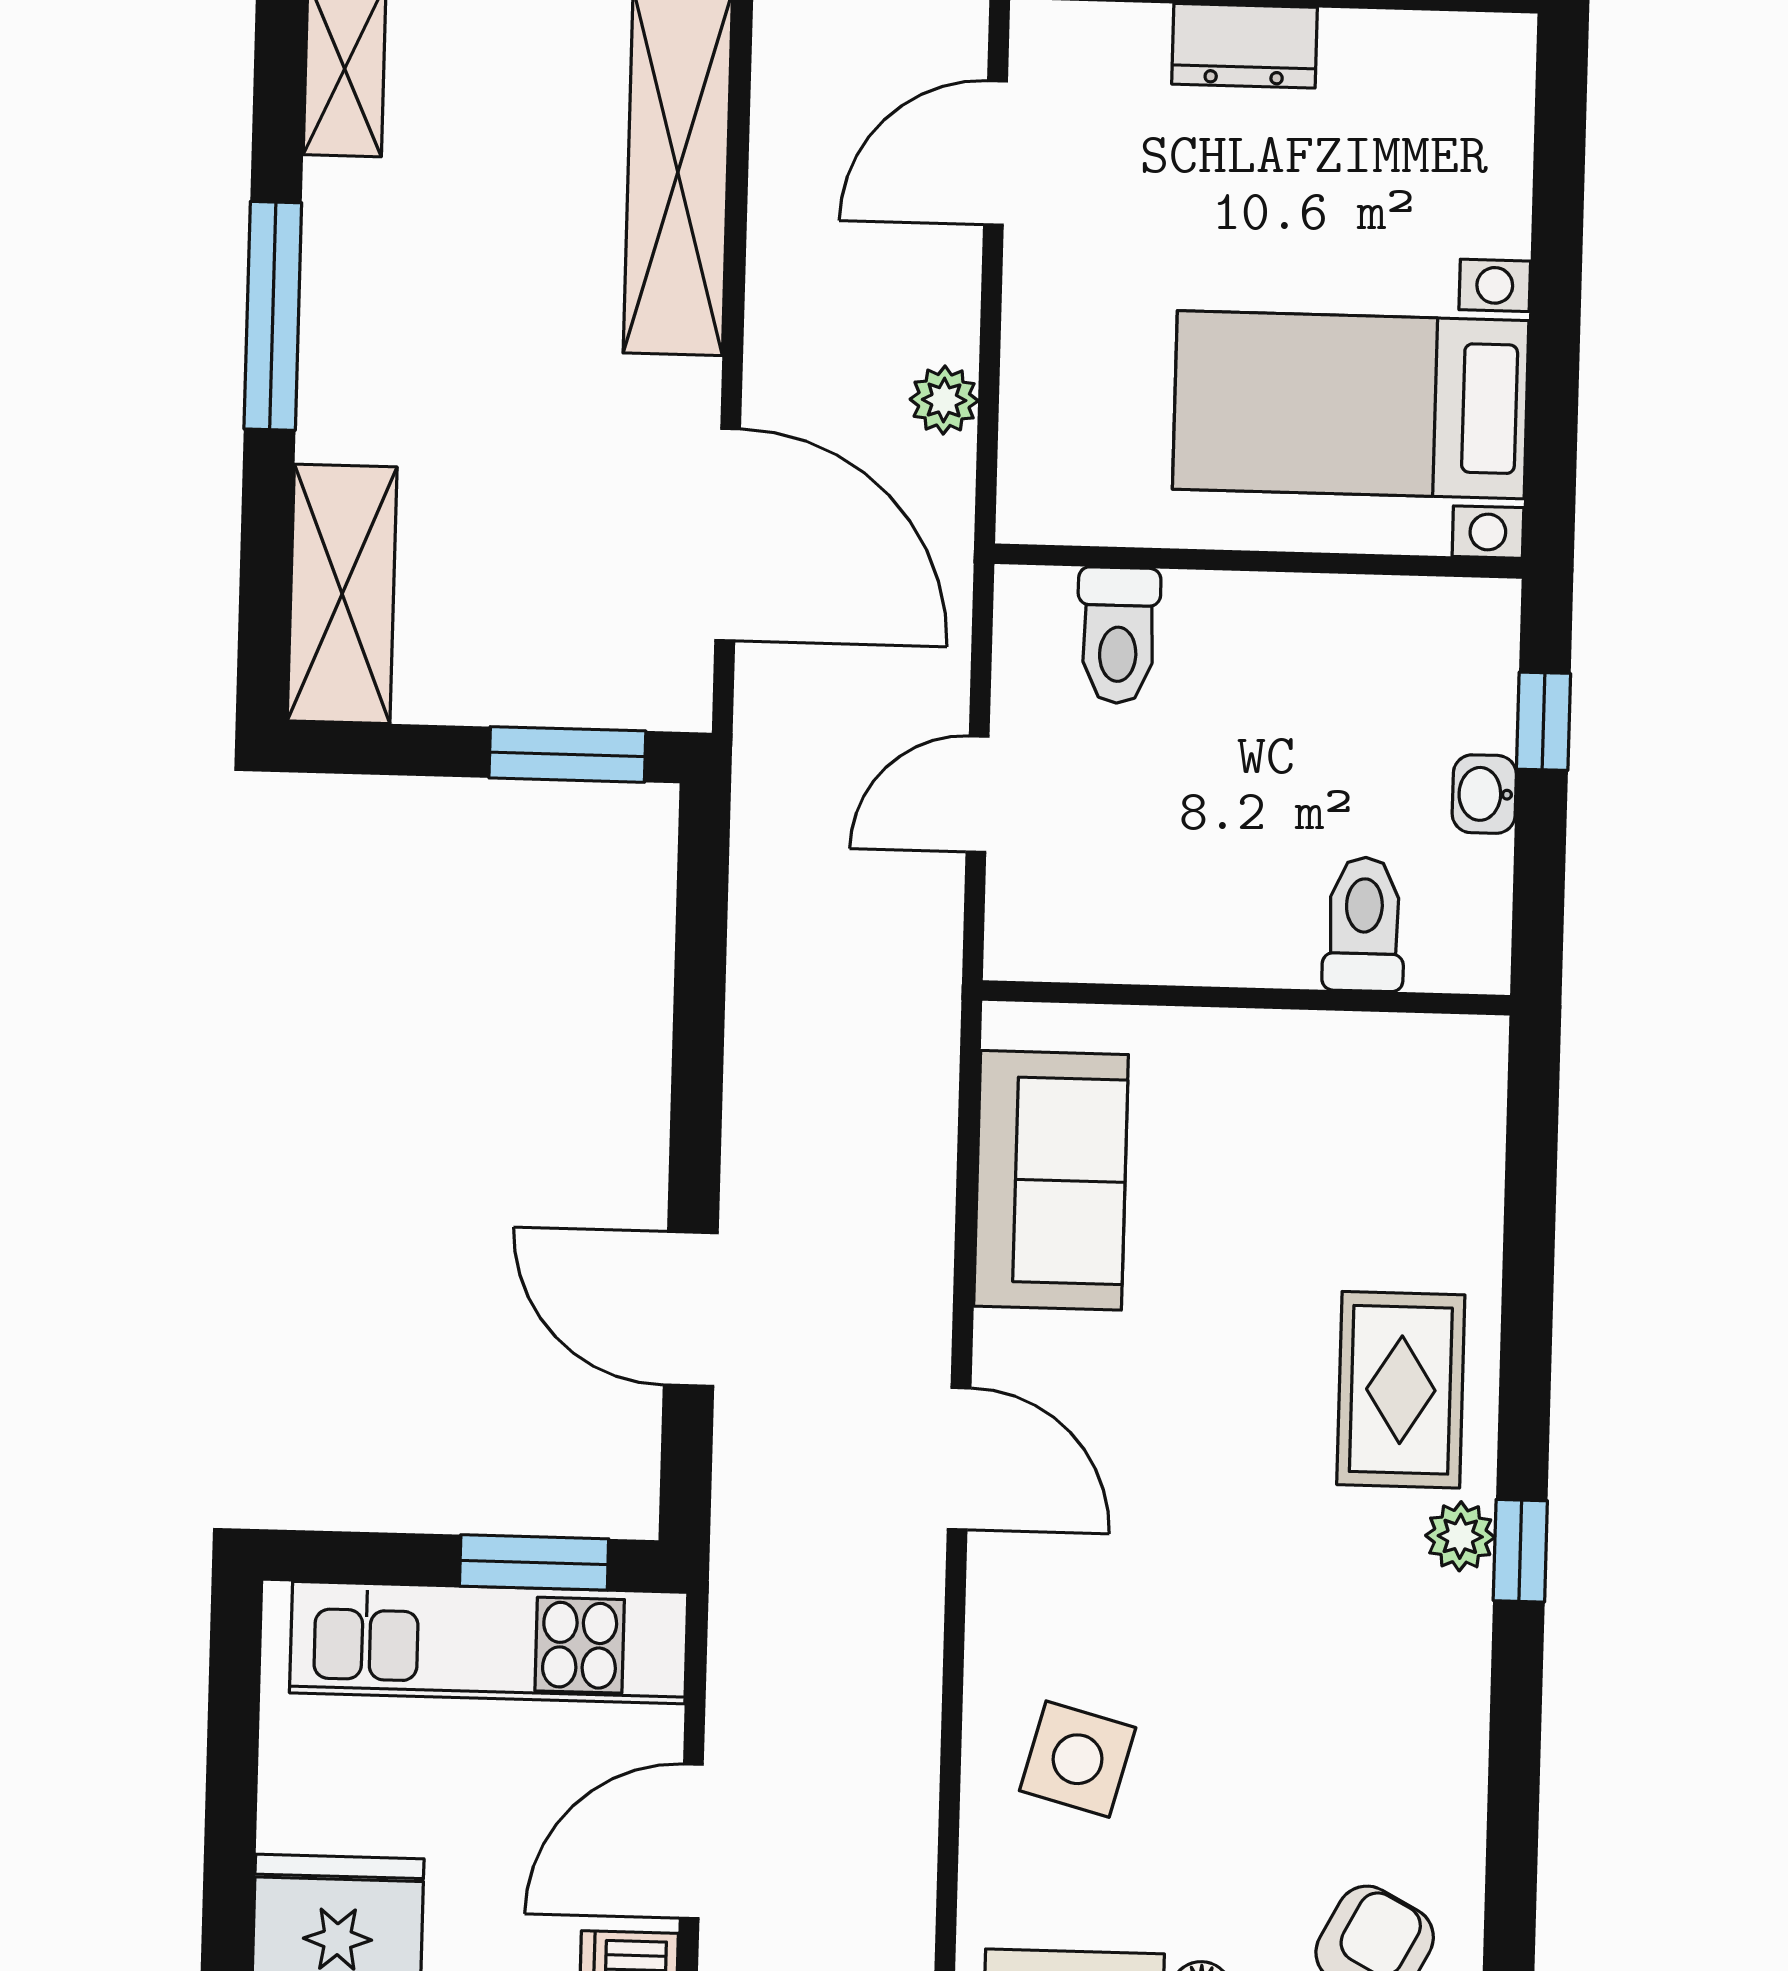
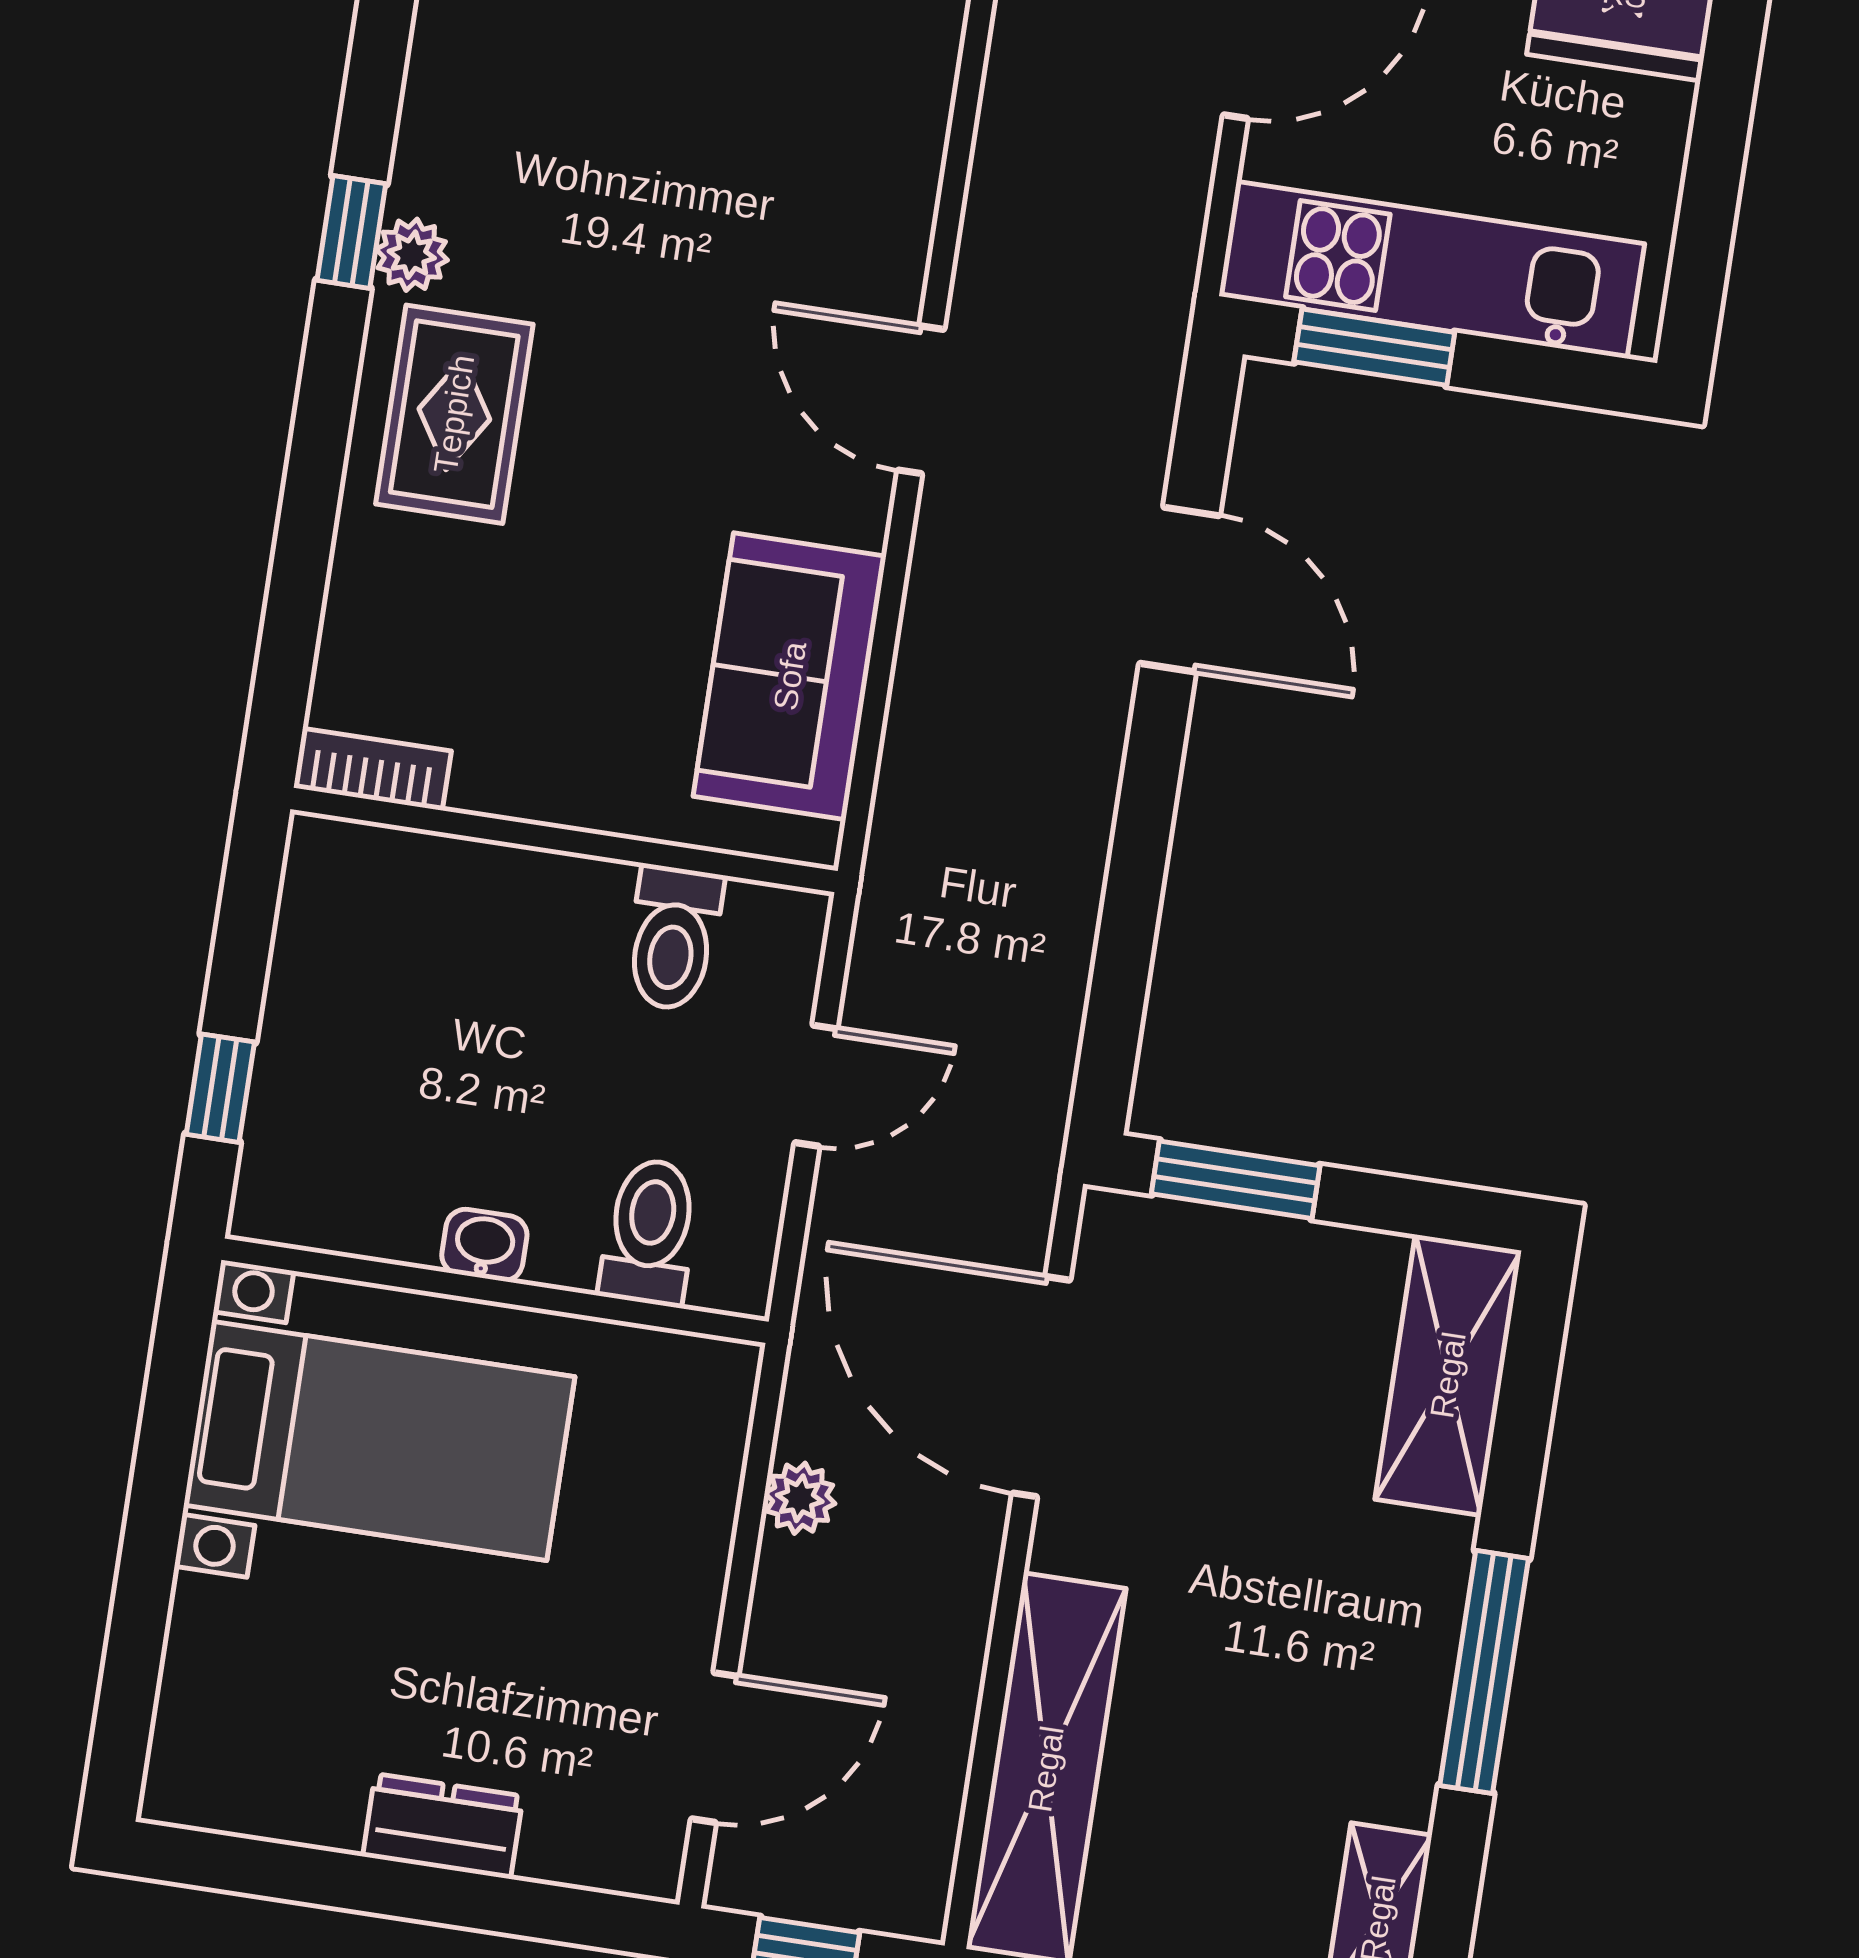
washbasin: (1484, 794) -> (484, 1245), moved, turned -90
toilet: (1364, 924) -> (673, 938), moved
bookcase: (1437, 1042) -> (372, 769), added
side table: (1078, 1759) -> (837, 73), removed

